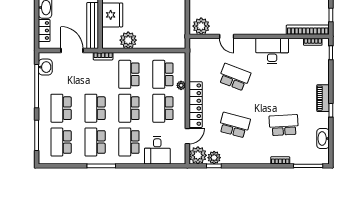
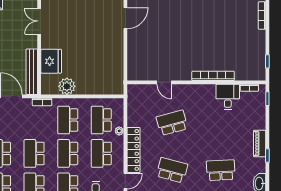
plant: (201, 26) -> (139, 72), removed
bookcase: (308, 30) -> (213, 76), moved
desk: (272, 51) -> (228, 97), moved, width x0.73
school desk: (234, 77) -> (172, 123), turned -36

